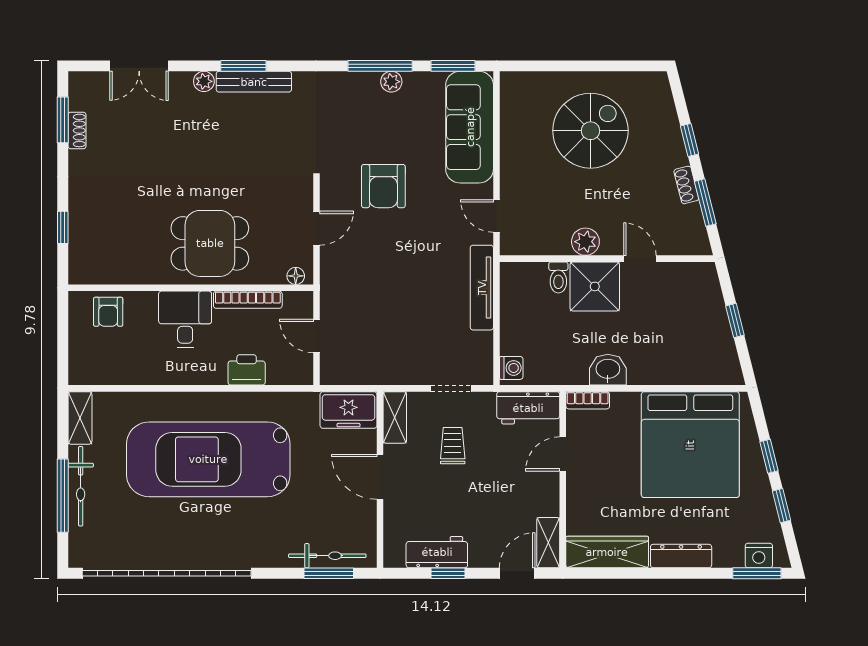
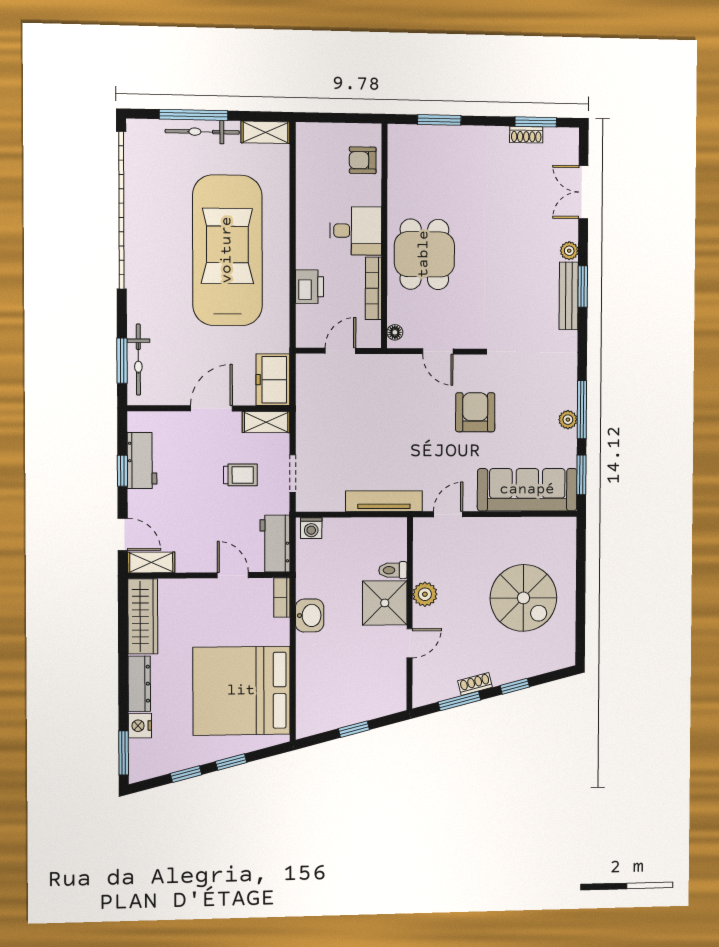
armchair: (383, 186) -> (475, 412), turned 90
window: (63, 227) -> (439, 120), width x1.50
nightstand: (759, 556) -> (140, 726), moved

